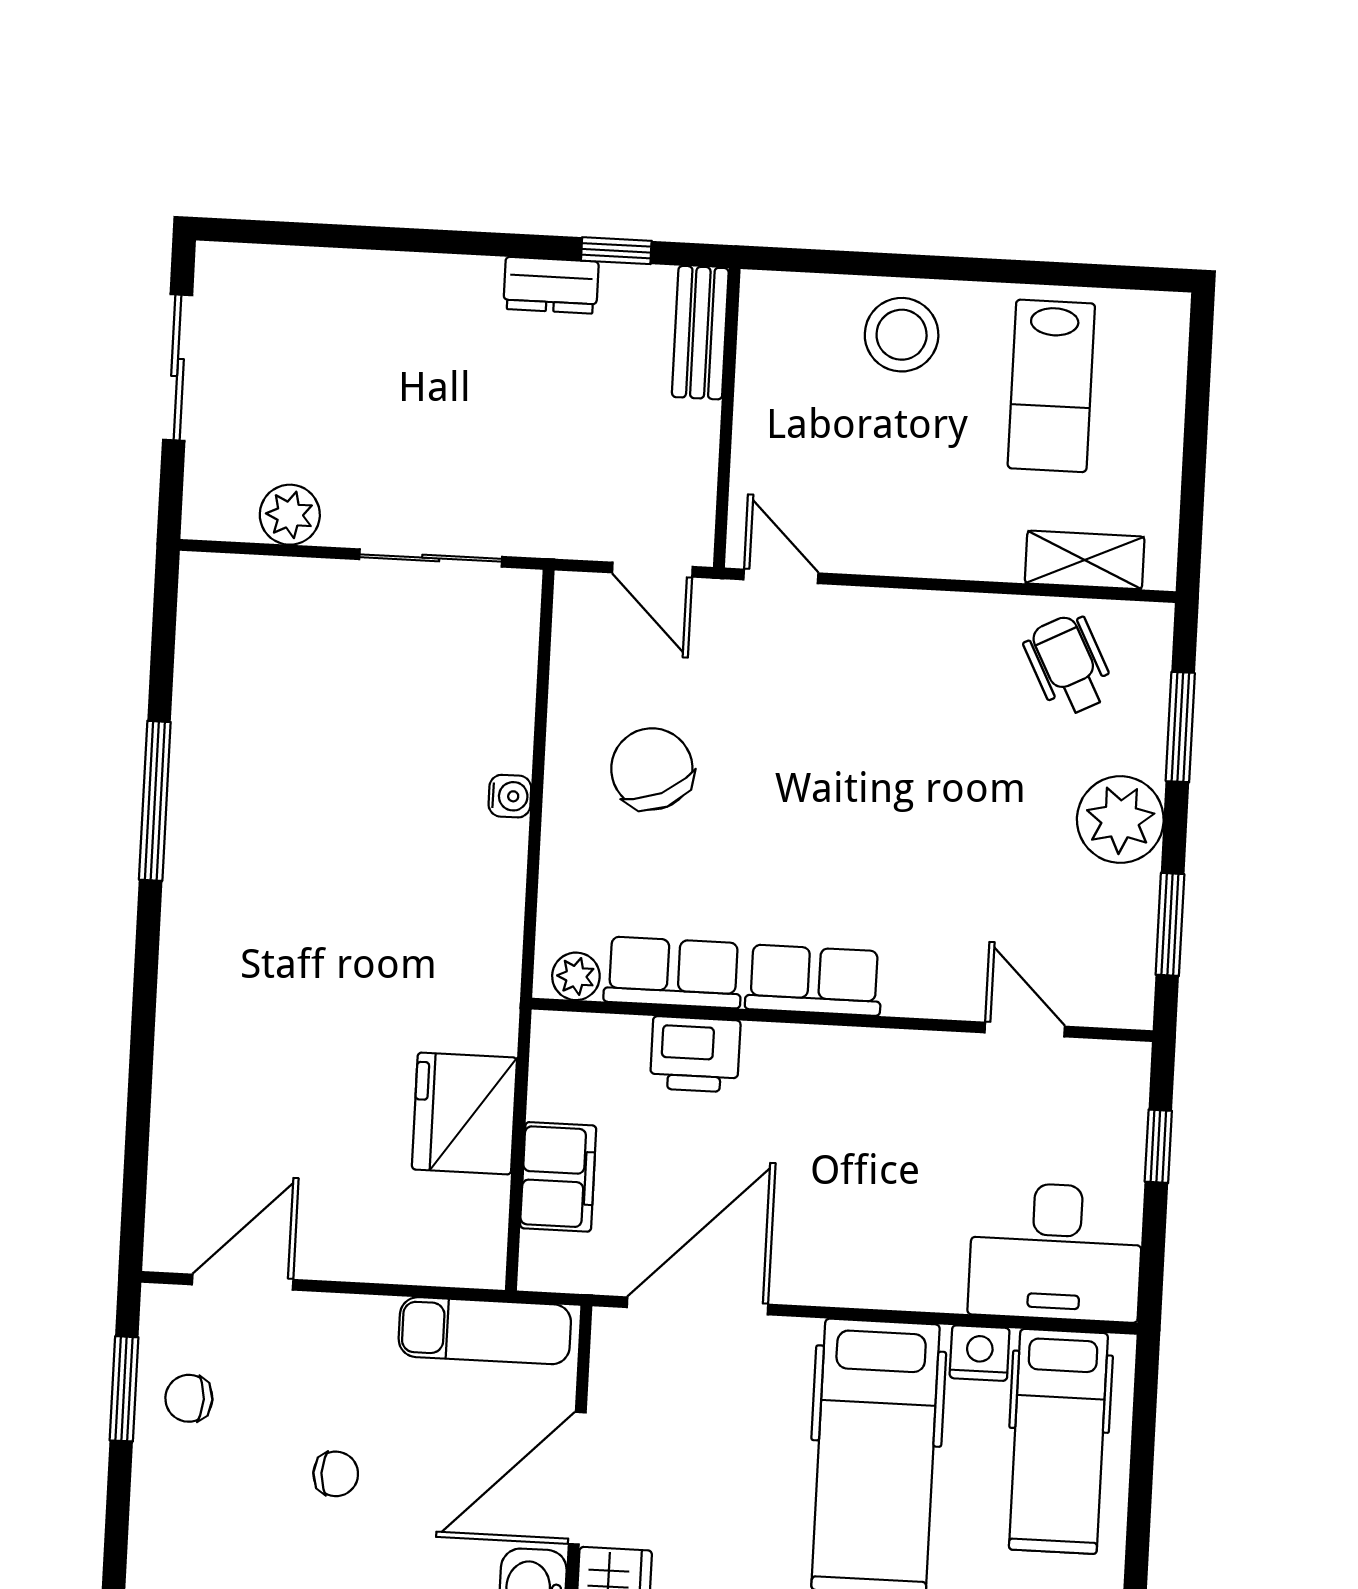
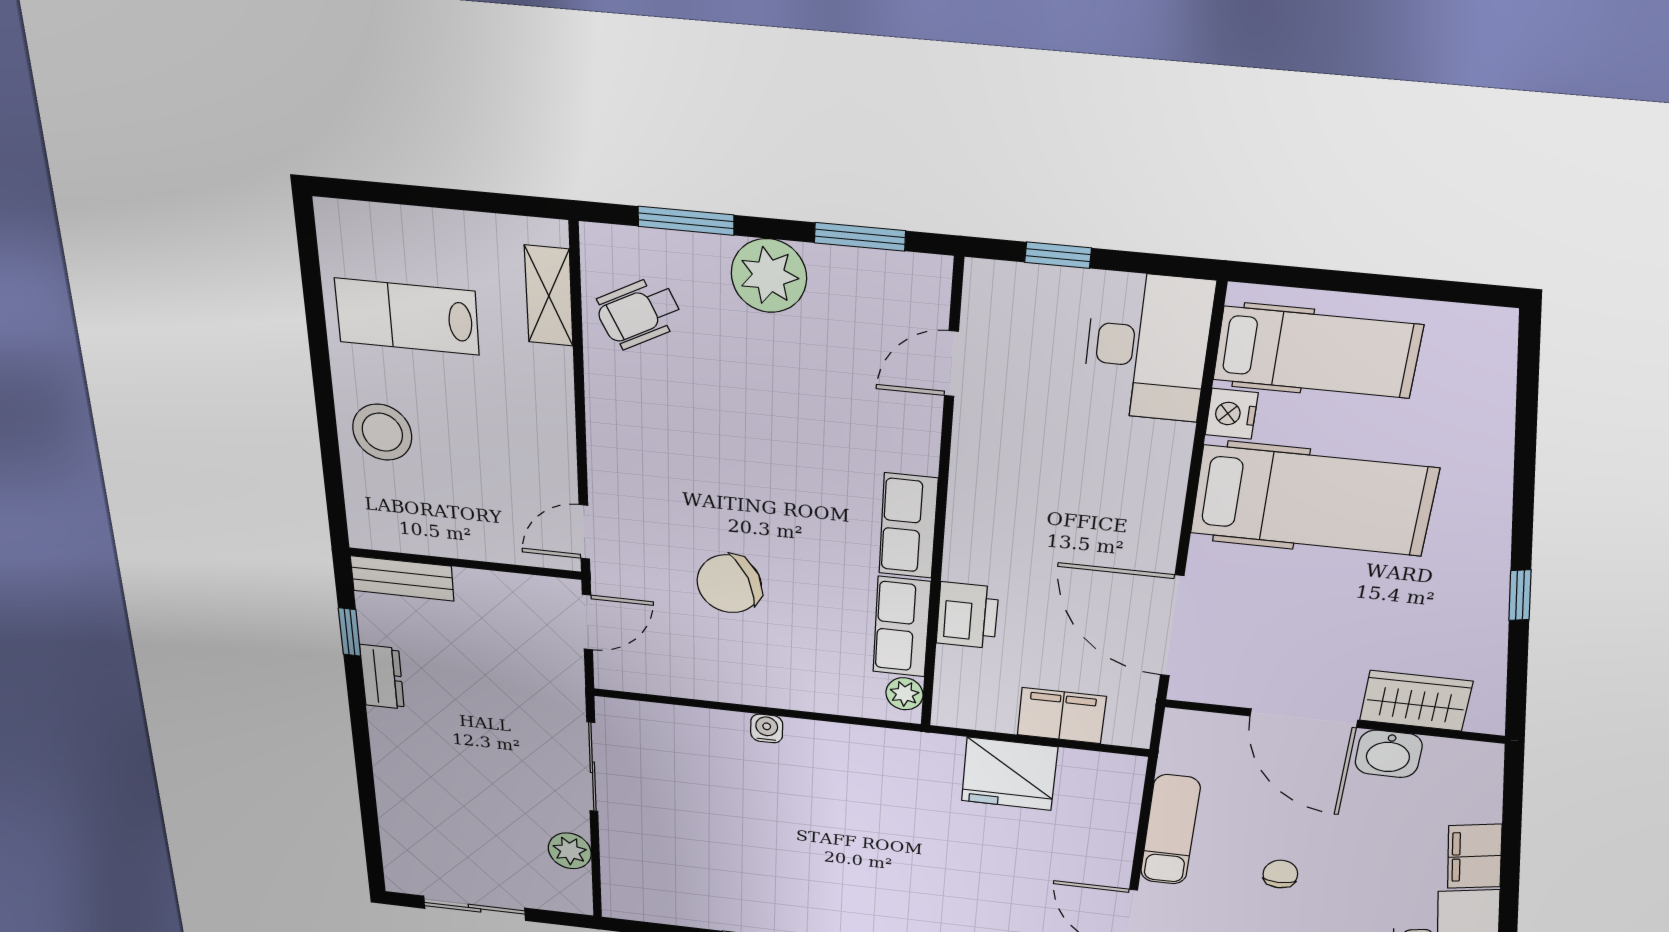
lab bench: (1051, 386) -> (407, 317), turned 180
chair: (652, 769) -> (729, 584), moved
exam couch: (485, 1331) -> (1170, 830), moved

